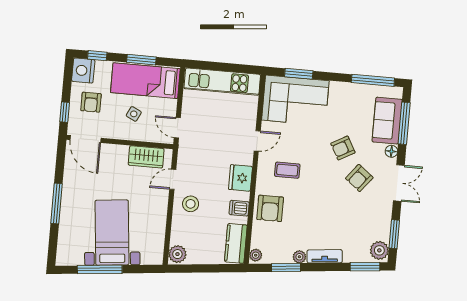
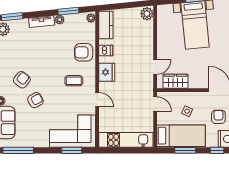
door: (257, 141) -> (97, 100), swing flipped
stool: (191, 204) -> (141, 50), removed
armchair: (270, 208) -> (84, 52), turned -90

